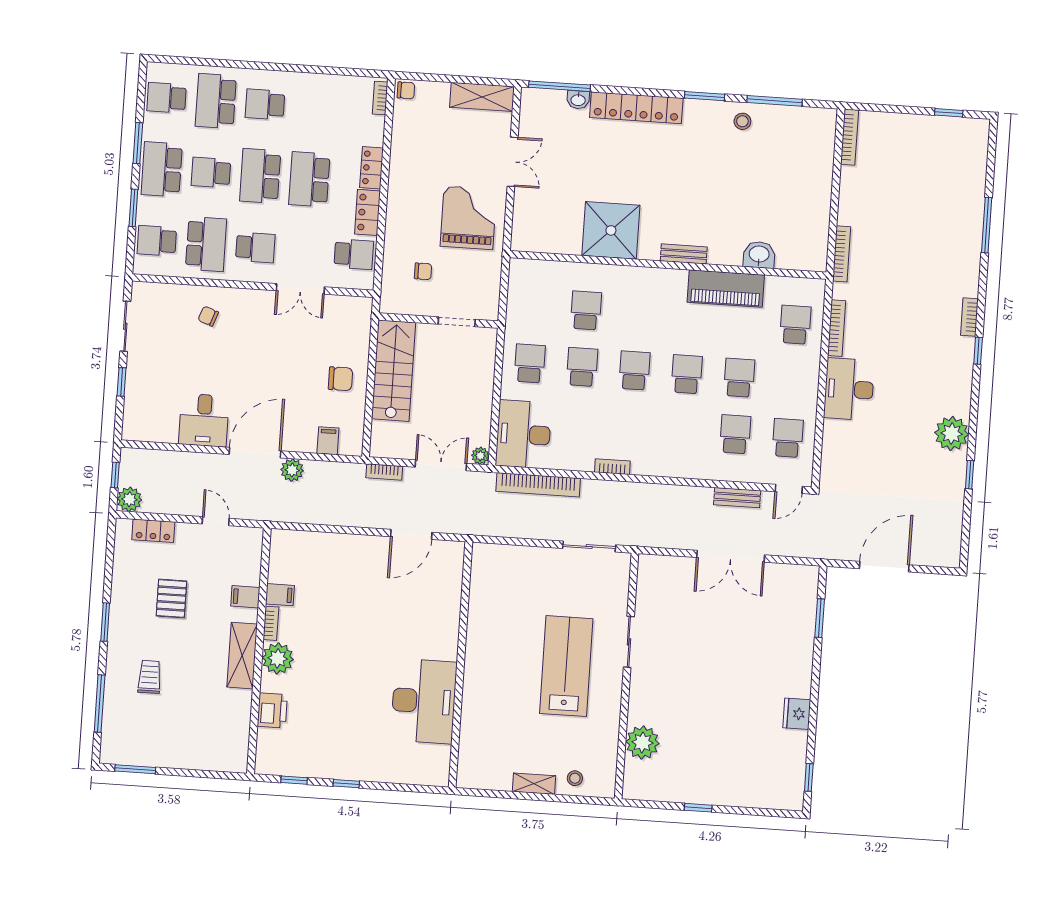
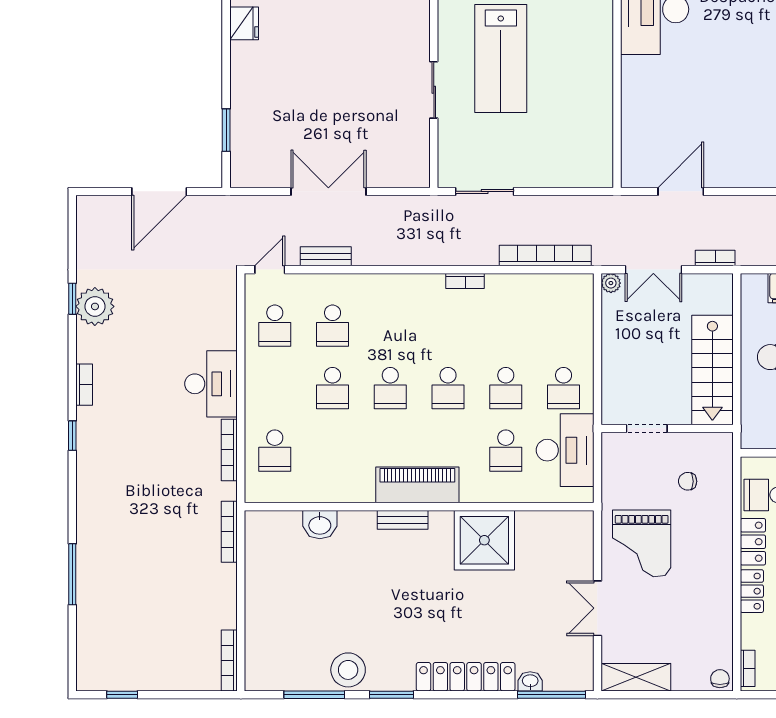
chair: (406, 90) -> (720, 679), turned 90
stool: (742, 121) -> (348, 670), width x1.89, depth x1.89
piano: (726, 289) -> (417, 485), moved
bookcase: (969, 317) -> (84, 385), moved
desk: (523, 434) -> (565, 450), moved
plant: (952, 434) -> (95, 306), moved

